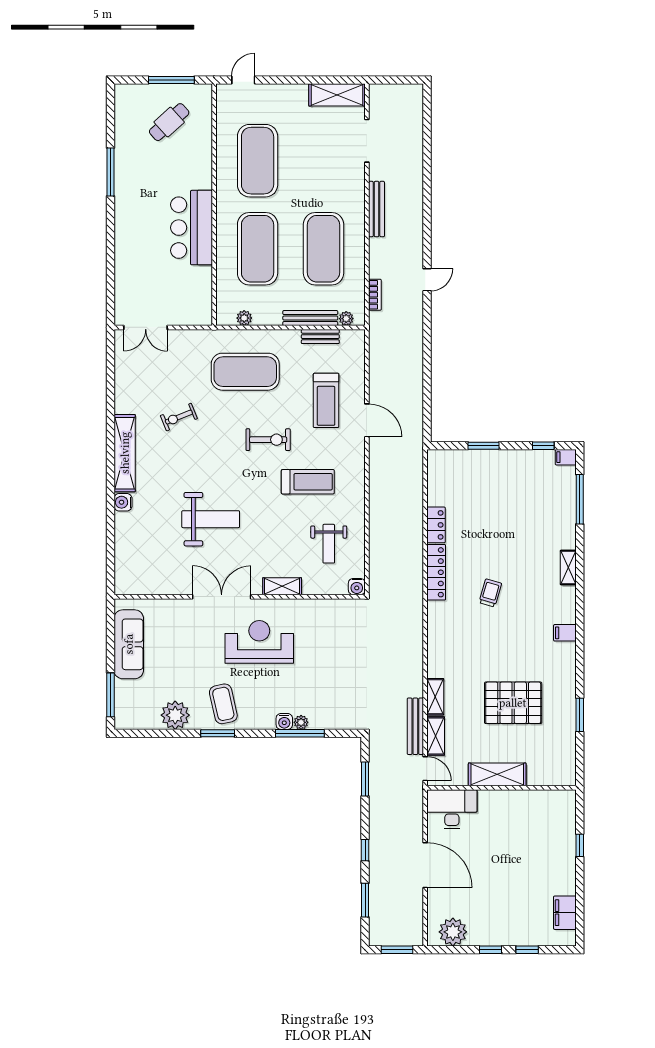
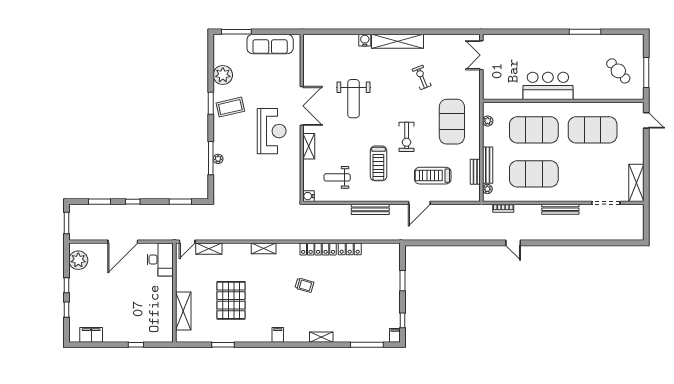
shelving: (435, 697) -> (264, 248), moved
water cooler: (284, 721) -> (219, 148), removed
bench: (415, 726) -> (370, 209), moved
shelving: (497, 774) -> (183, 311), moved

